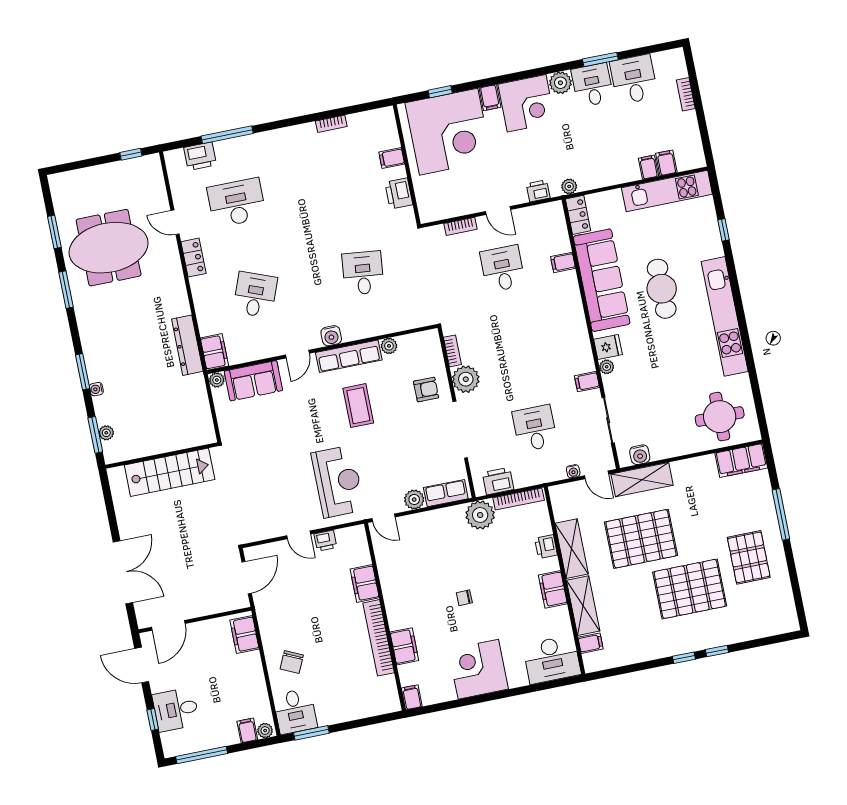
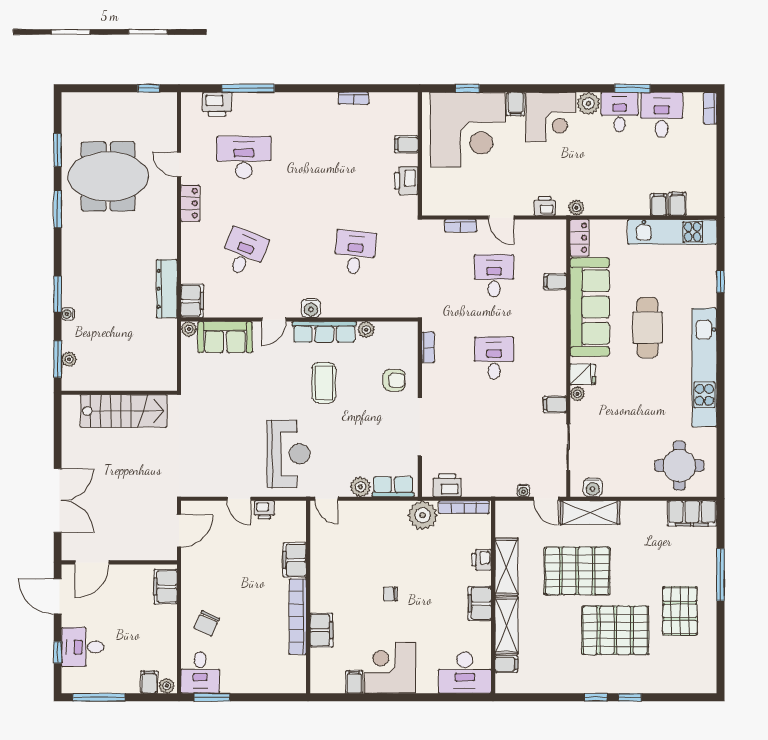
bookcase: (686, 94) -> (710, 108), moved
plant: (466, 379) -> (436, 378), removed
desk: (535, 428) -> (494, 358), moved
filing cabinet: (412, 697) -> (354, 682), moved

